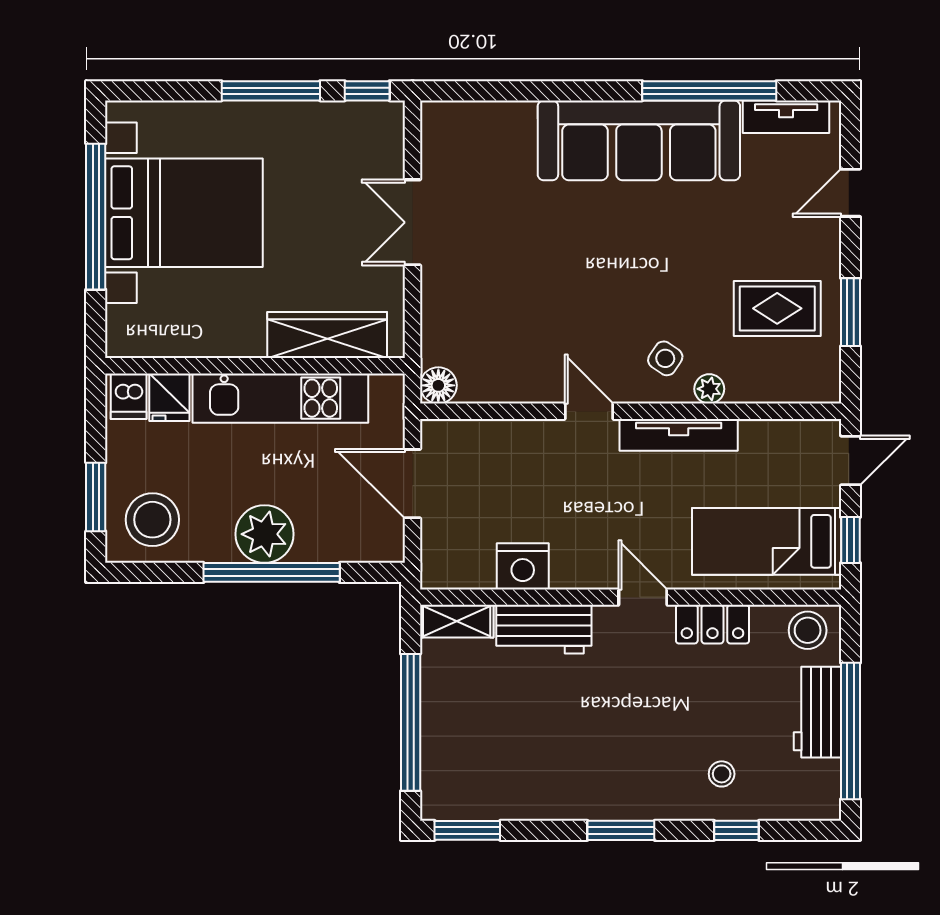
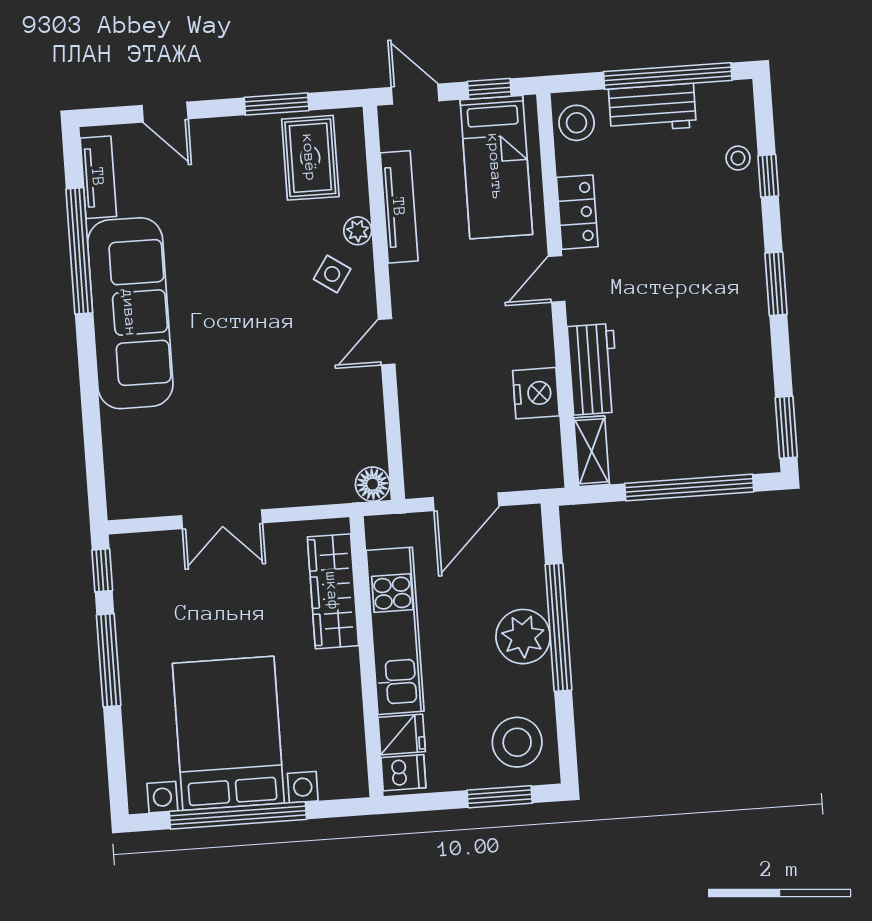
rug: (777, 308) -> (310, 158), moved
tv unit: (679, 435) -> (399, 207), moved
stool: (722, 774) -> (738, 158), moved

